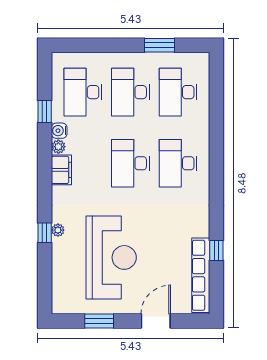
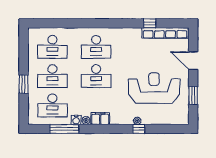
window: (160, 45) -> (24, 84), moved
window: (45, 112) -> (64, 129), width x2.17

